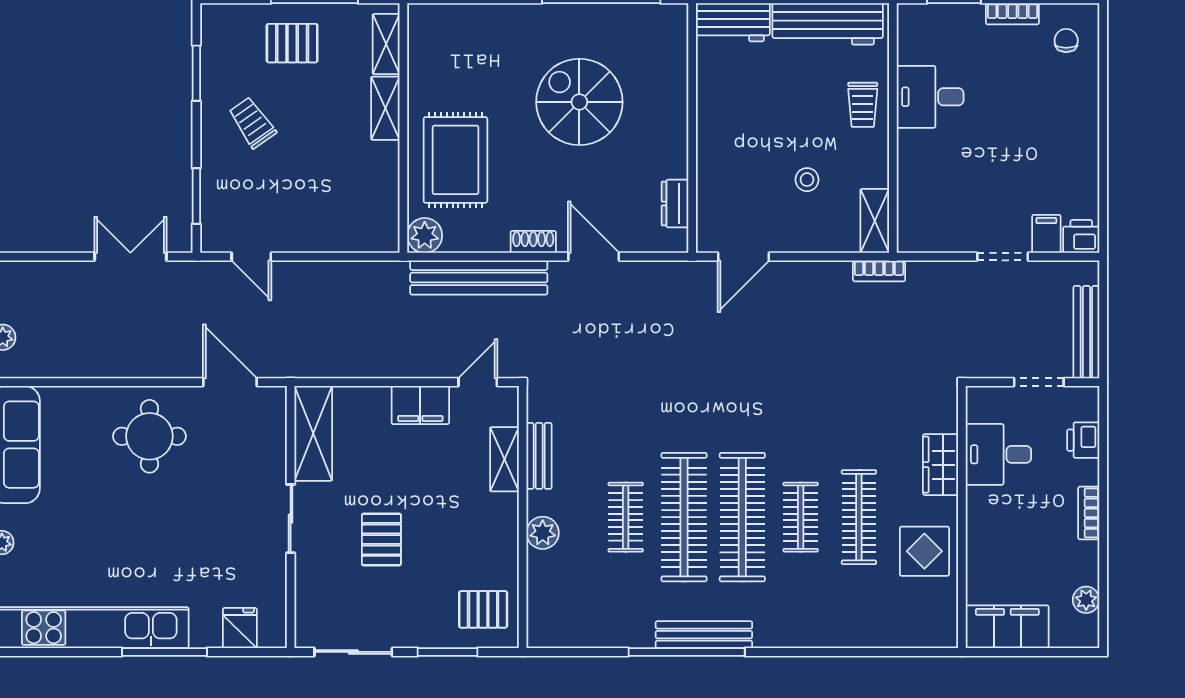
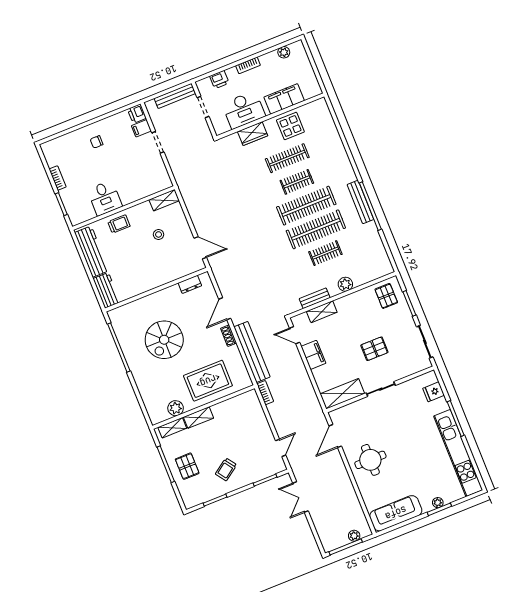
chair: (1066, 41) -> (97, 142), moved
plant: (425, 235) -> (176, 408), moved
bookcase: (879, 271) -> (265, 393), moved
desk: (998, 454) -> (244, 110), width x1.37
filing cabinet: (1007, 627) -> (284, 99), moved, turned 90

